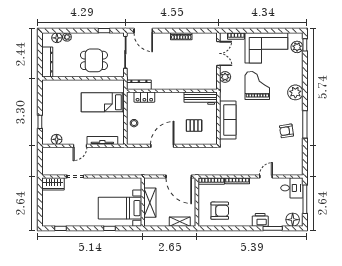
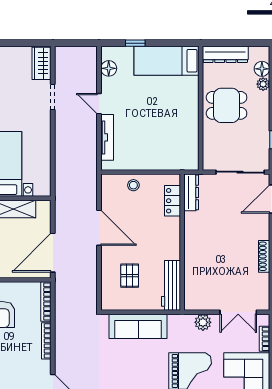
dining table: (94, 60) -> (227, 105), moved, turned 90
bed: (103, 102) -> (166, 61), moved, turned -90

